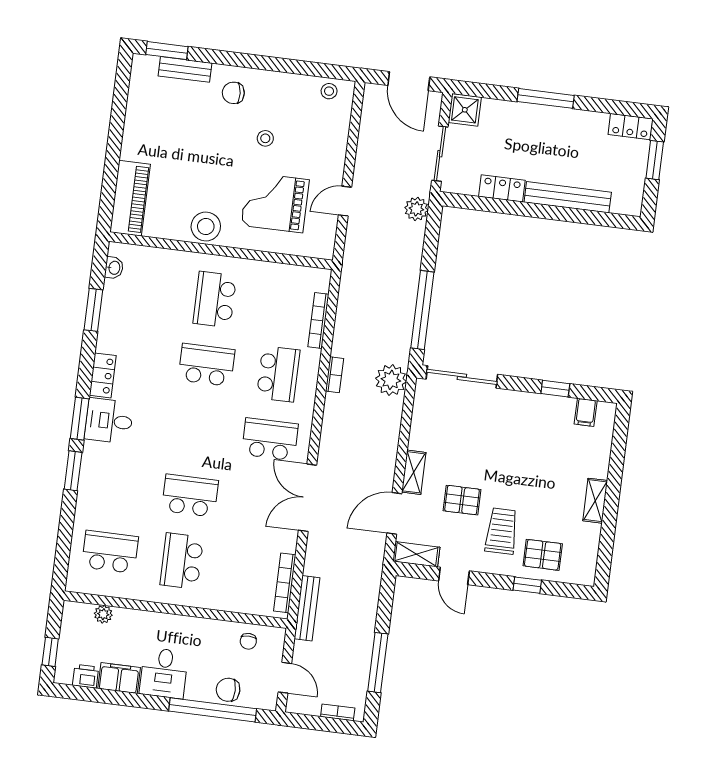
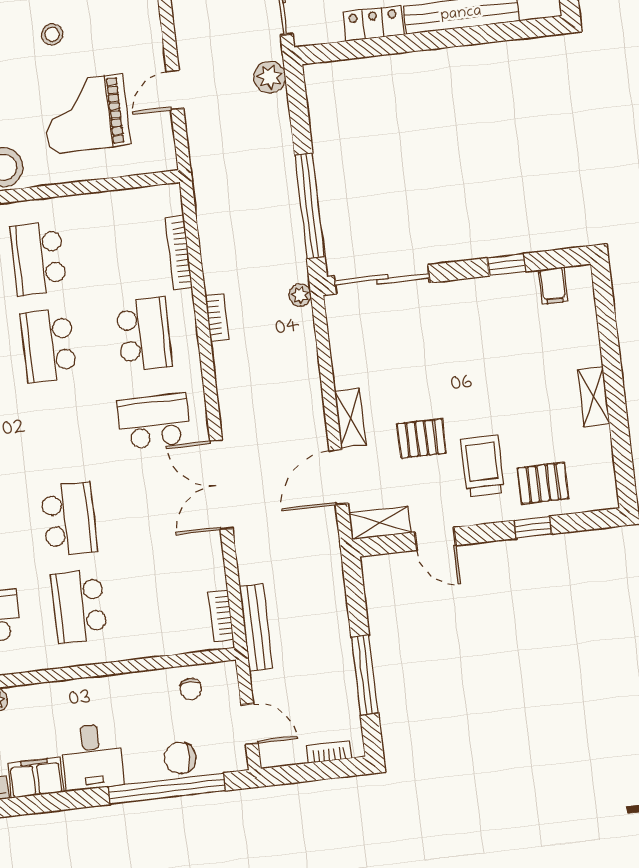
school desk: (206, 365) -> (49, 345), turned -90
plant: (391, 380) -> (300, 295), width x0.53, depth x0.53
school desk: (190, 496) -> (69, 519), turned 90
bookcase: (285, 583) -> (221, 616), width x0.64

